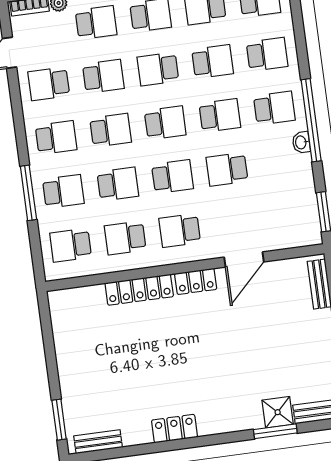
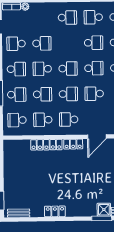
school desk: (96, 23) -> (42, 18), removed
school desk: (158, 69) -> (68, 43), removed
school desk: (111, 130) -> (42, 69), turned 180

